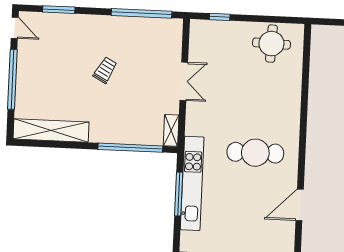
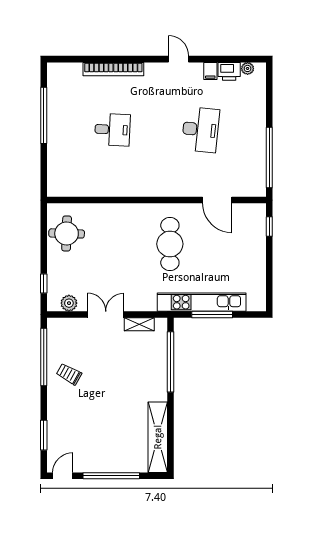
plant: (197, 43) -> (69, 303), added
trolley: (105, 70) -> (69, 374), moved
shelving: (171, 130) -> (139, 324), moved

